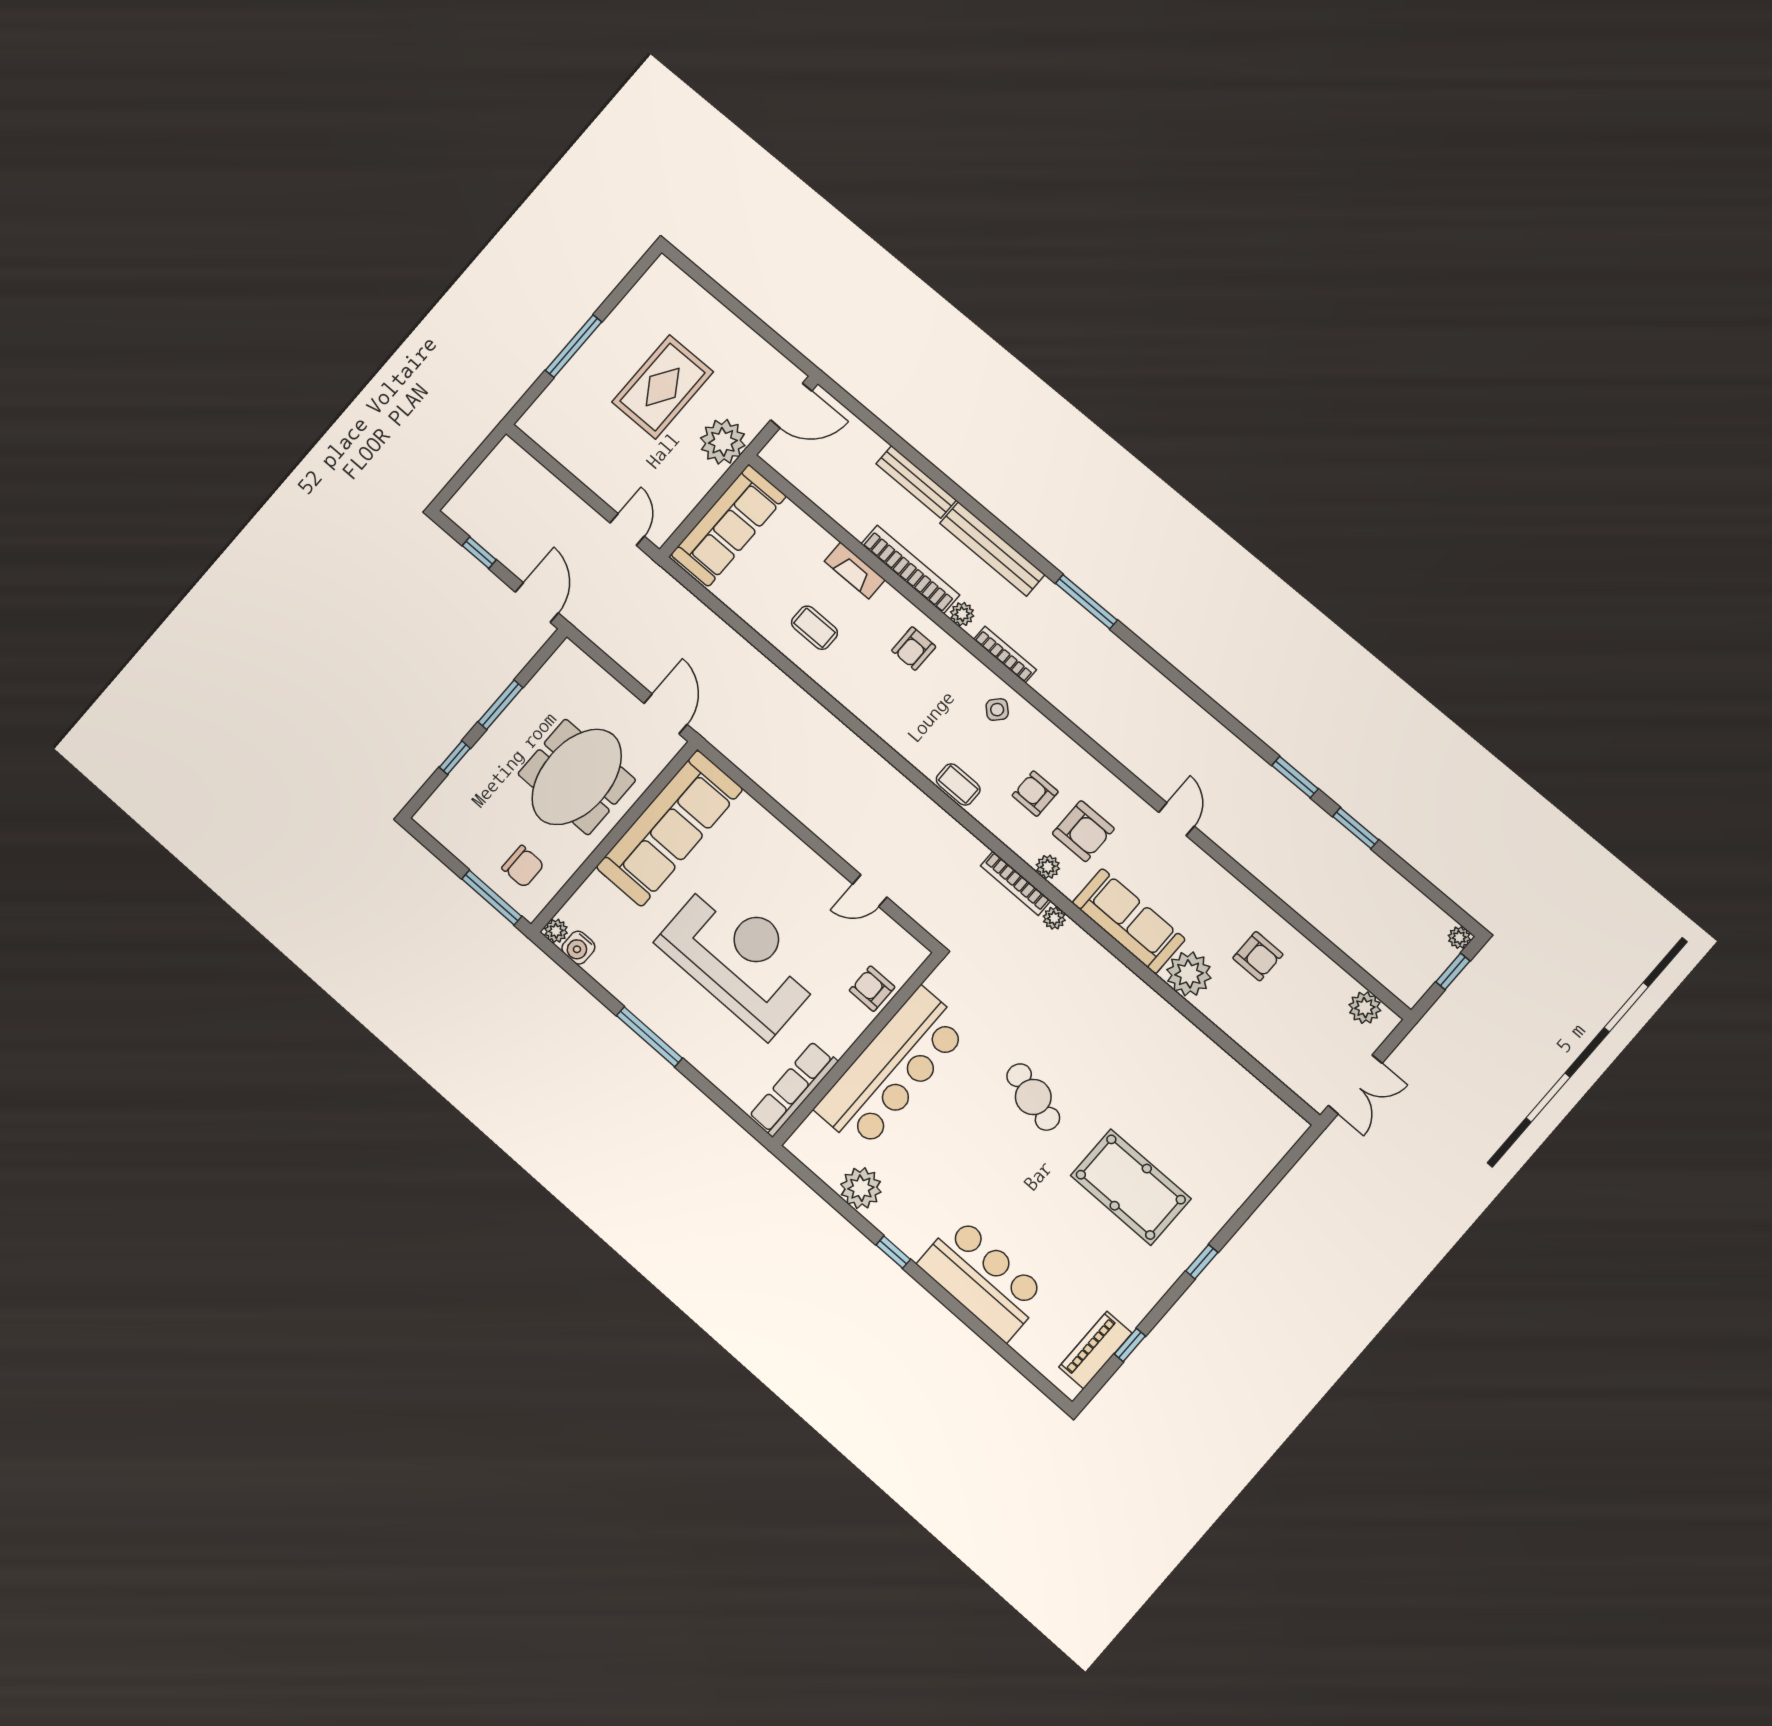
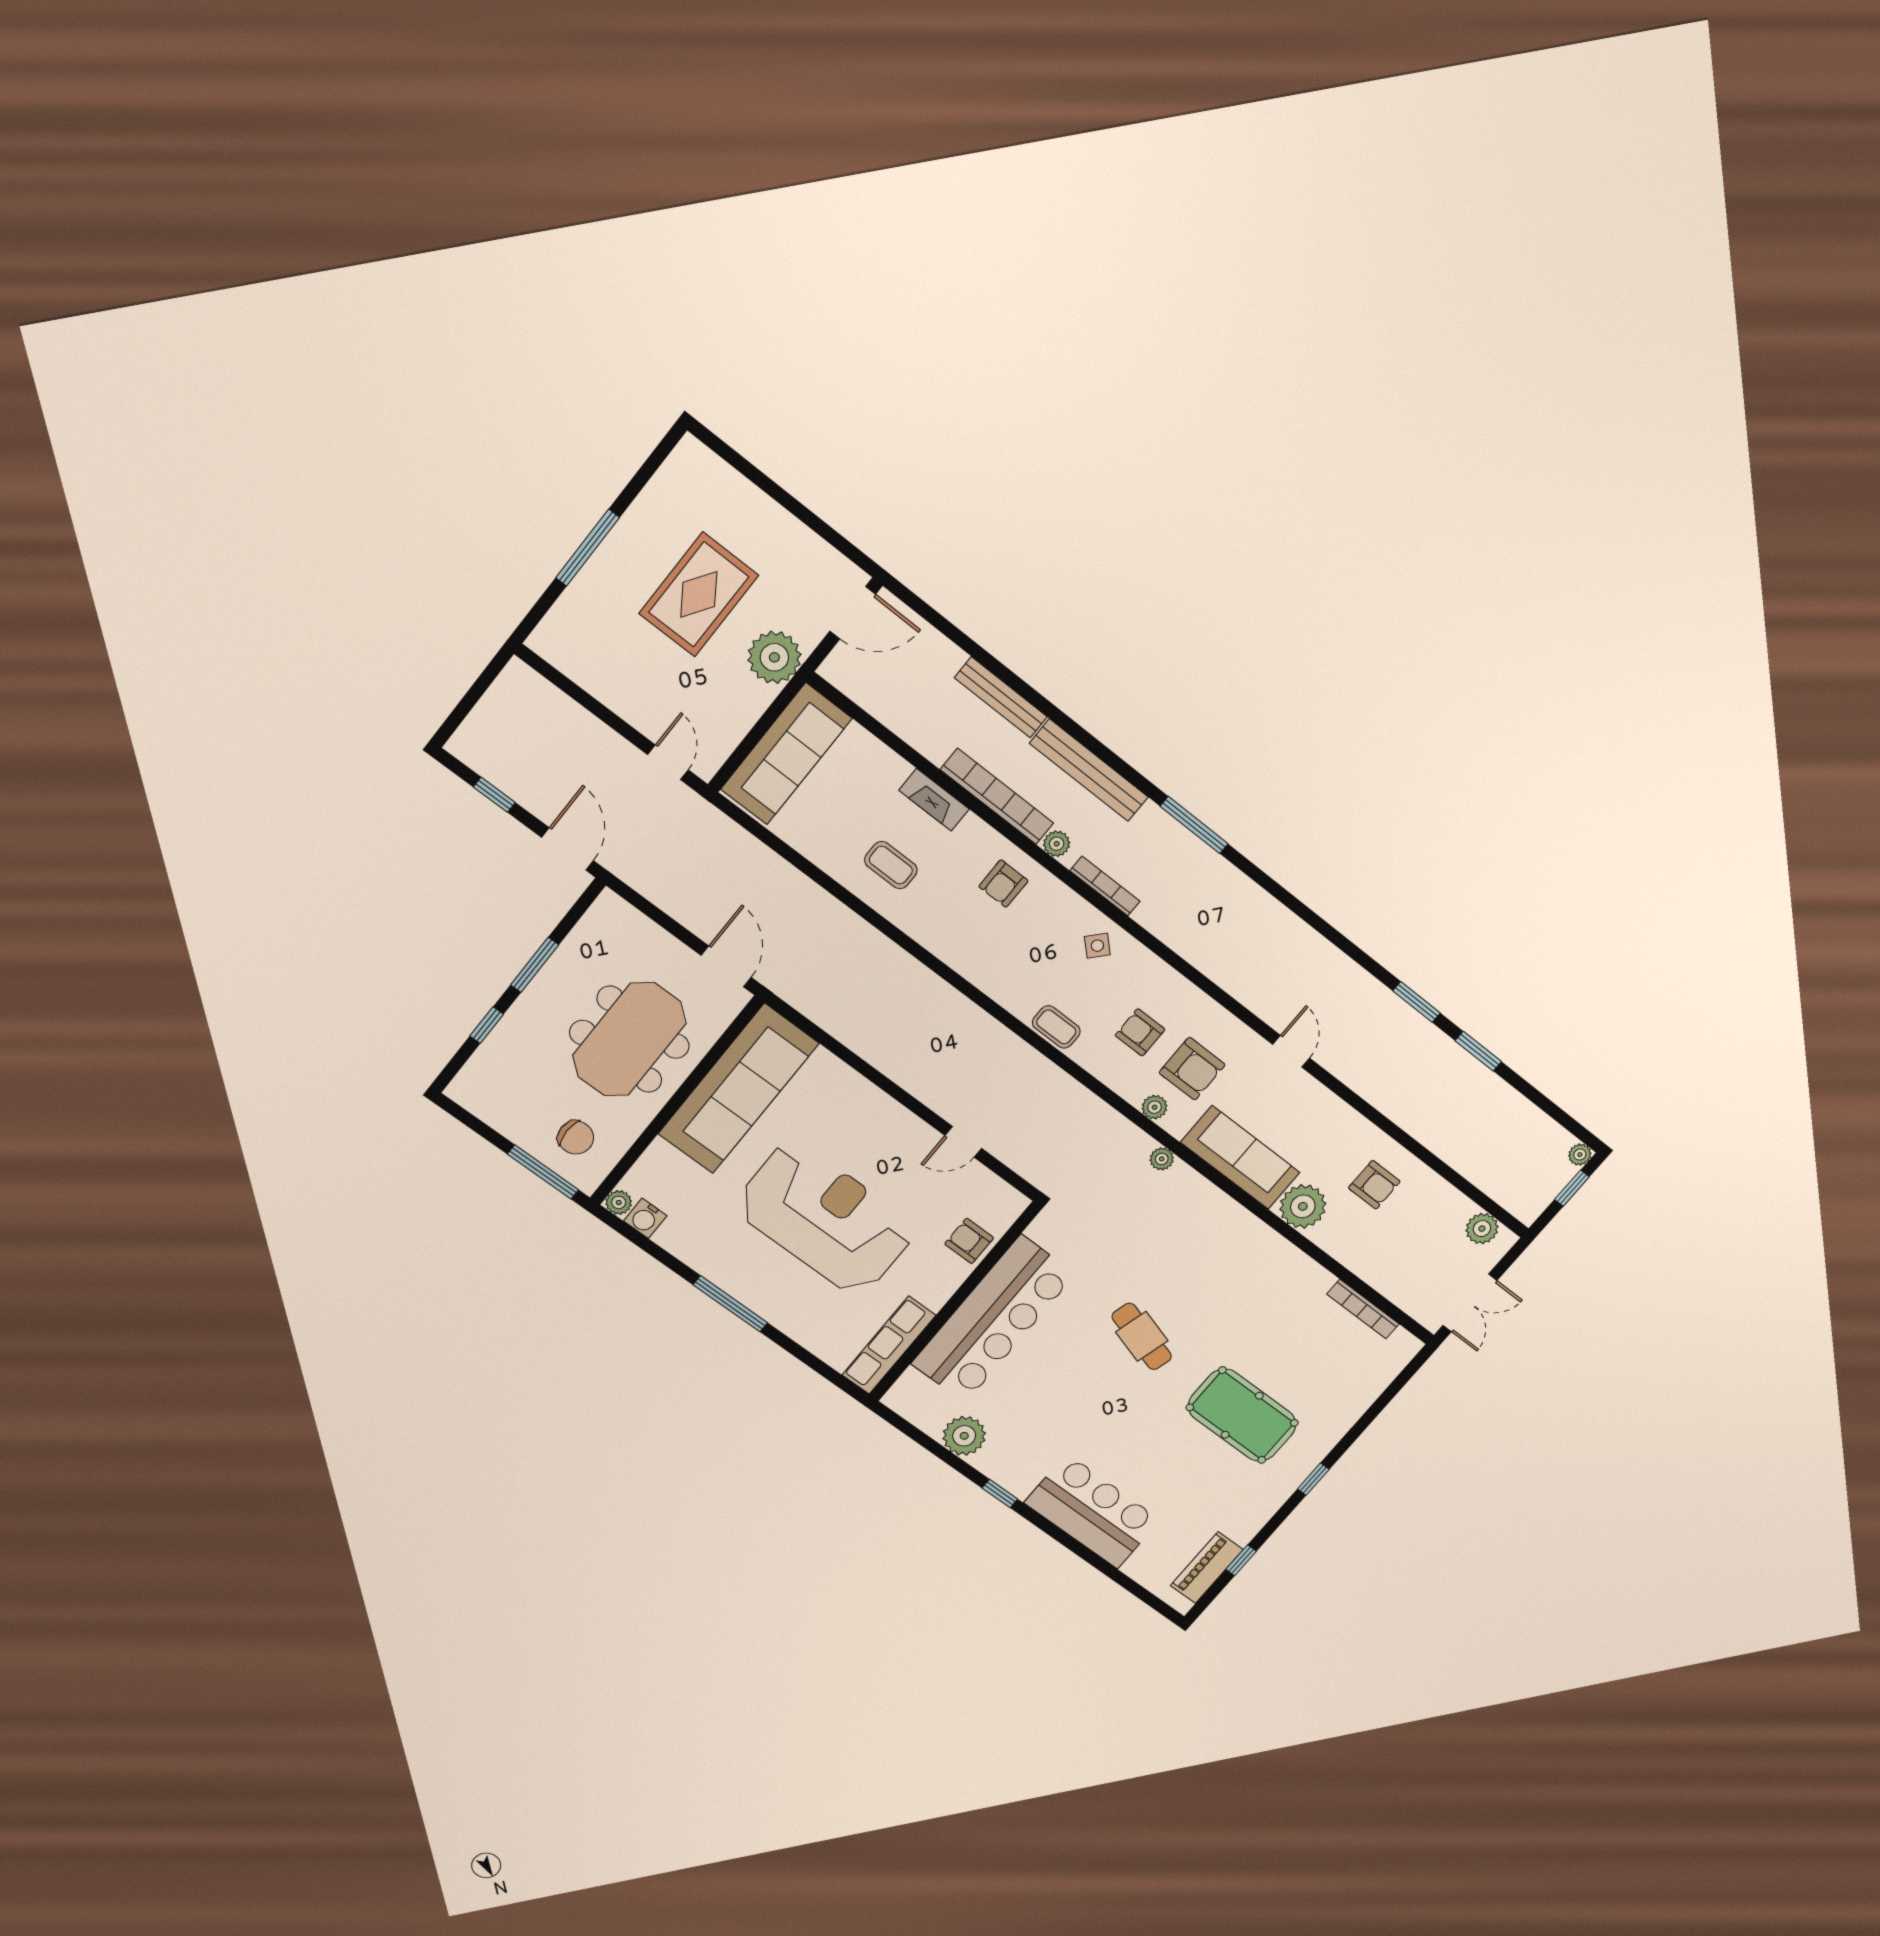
bookcase: (1016, 883) -> (1363, 1309), moved

